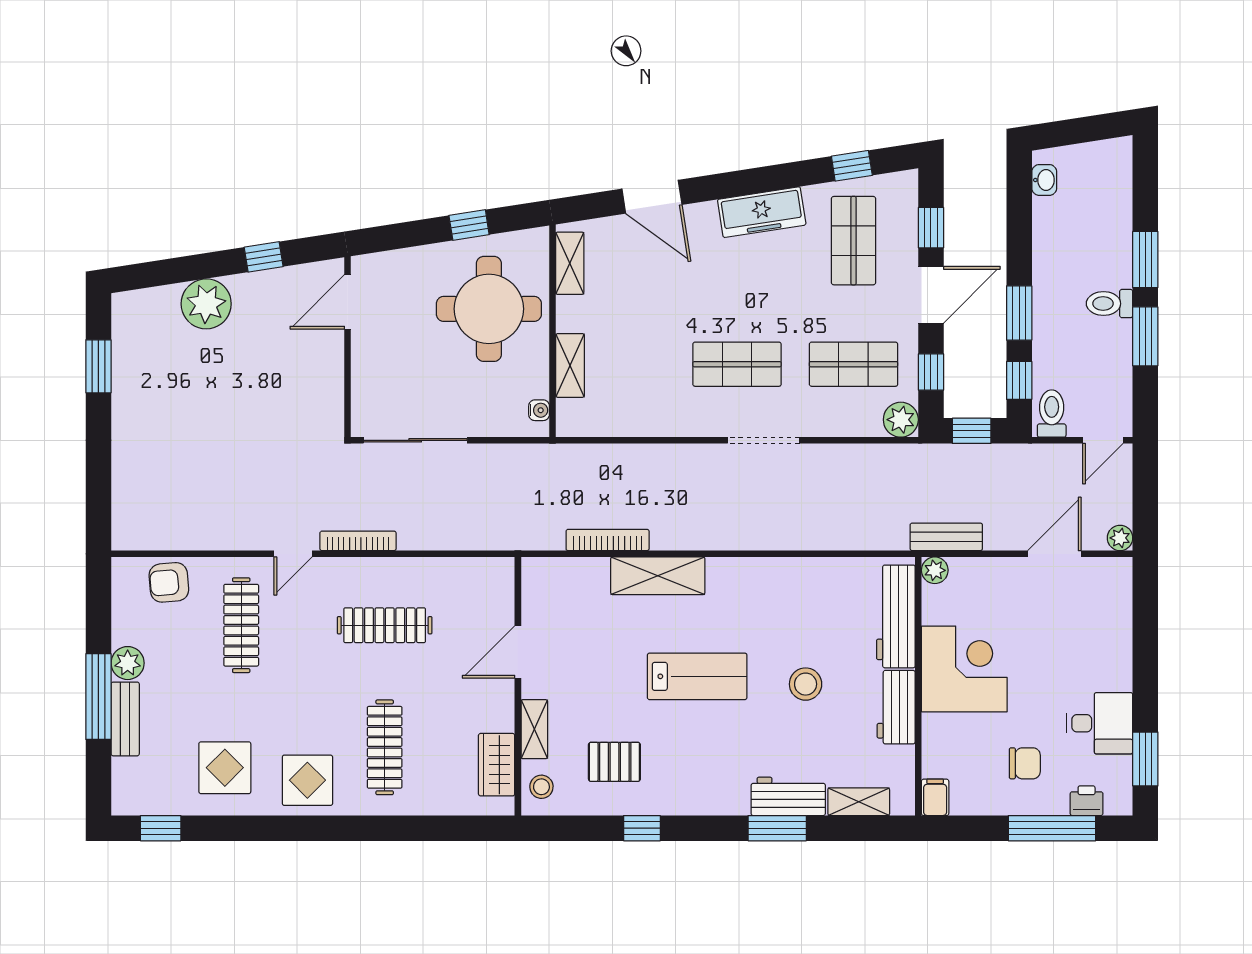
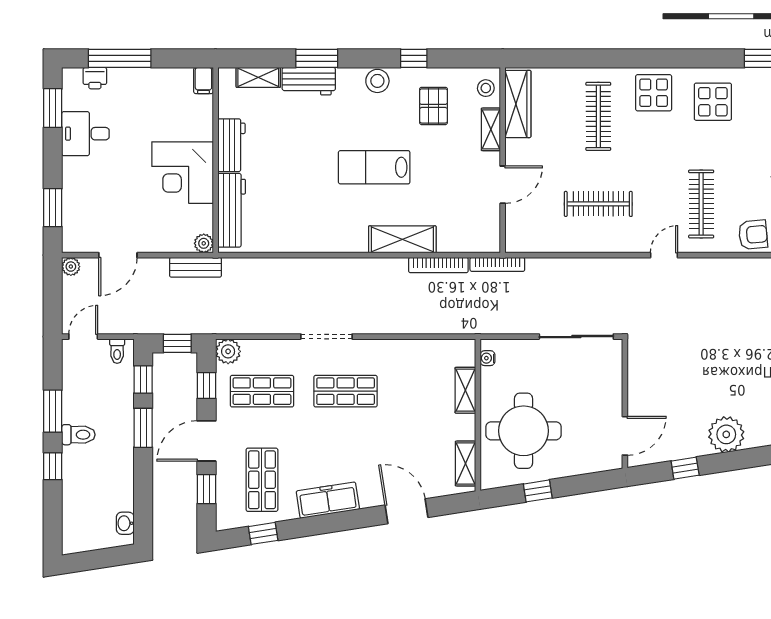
window: (1145, 260) -> (53, 466), width x0.67
toilet: (1052, 413) -> (117, 351), width x0.73, depth x0.72
bookcase: (358, 541) -> (497, 264), moved
window: (1145, 620) -> (53, 208), added
stool: (806, 684) -> (377, 81), moved
pallet: (614, 762) -> (433, 106), turned 90
chair: (1025, 763) -> (139, 105), removed
wardrobe: (497, 765) -> (518, 104), width x1.50

